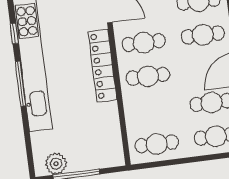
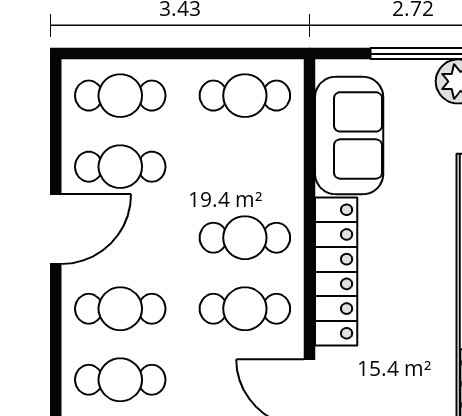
sofa: (105, 131) -> (349, 135), added

